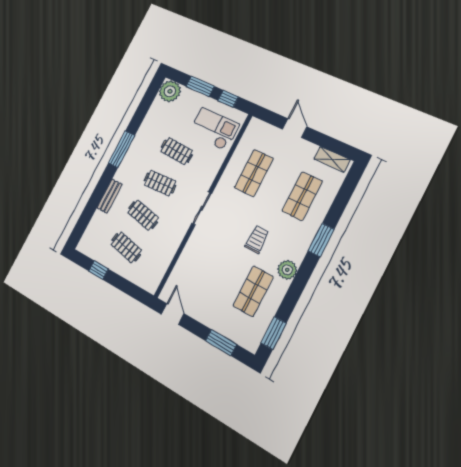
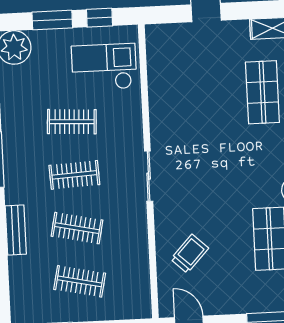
shop shelf: (254, 173) -> (188, 96), removed
trolley: (257, 239) -> (190, 254), moved, turned 43

